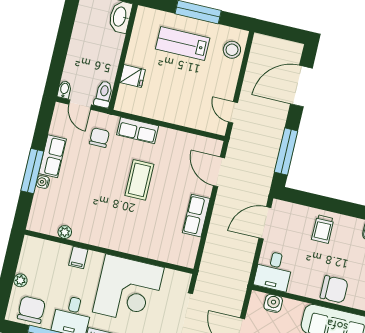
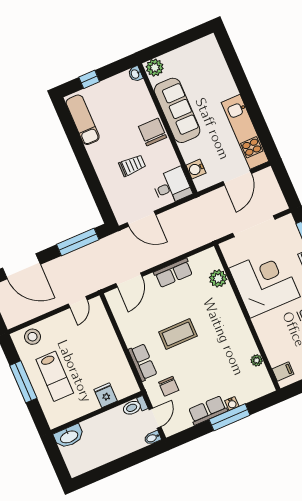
chair: (99, 138) -> (169, 386), turned -90
trolley: (323, 229) -> (132, 165), moved
plant: (162, 251) -> (218, 278), added
filing cabinet: (78, 257) -> (283, 372), moved

